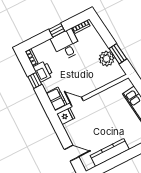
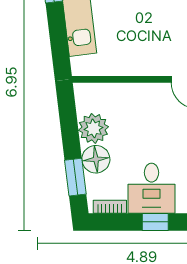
floor lamp: (98, 45) -> (96, 159), added
window: (118, 54) -> (75, 177), moved

